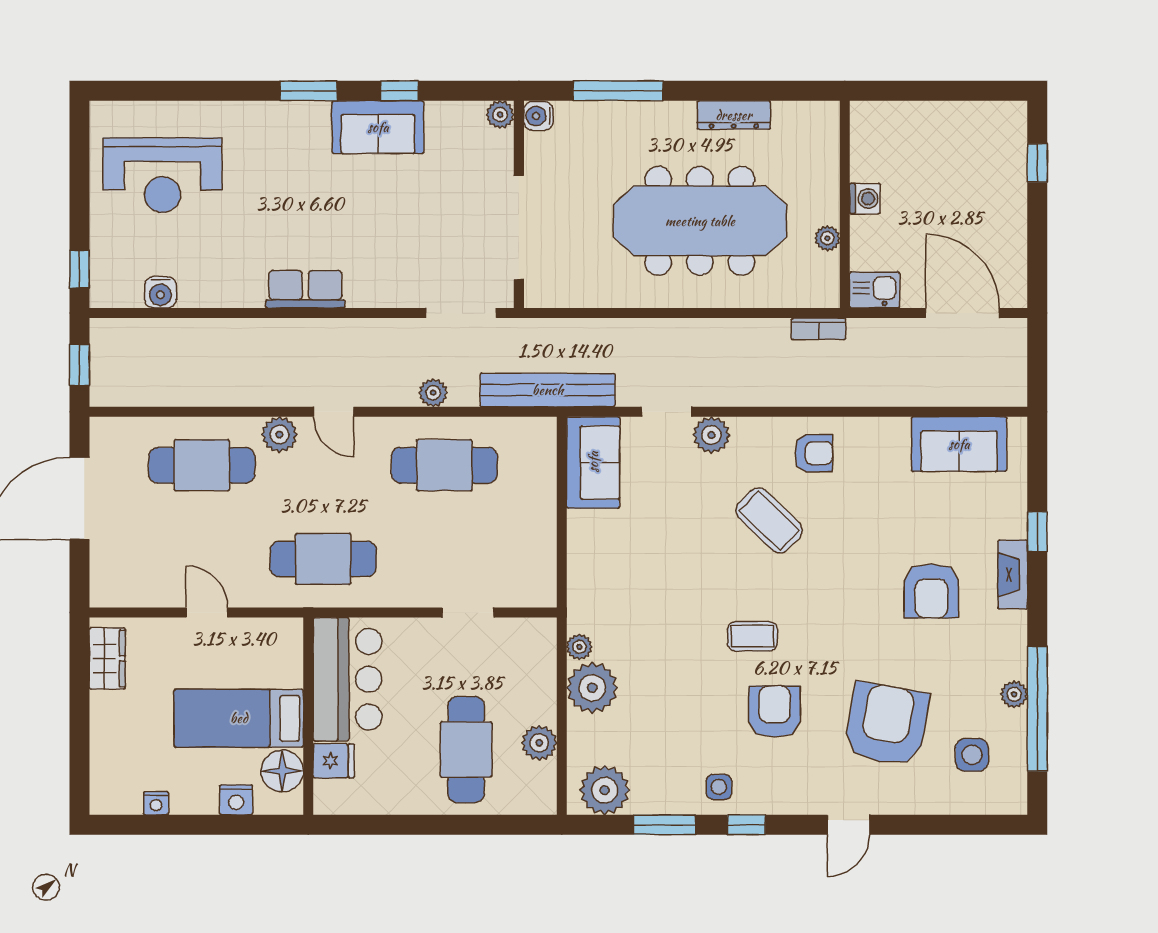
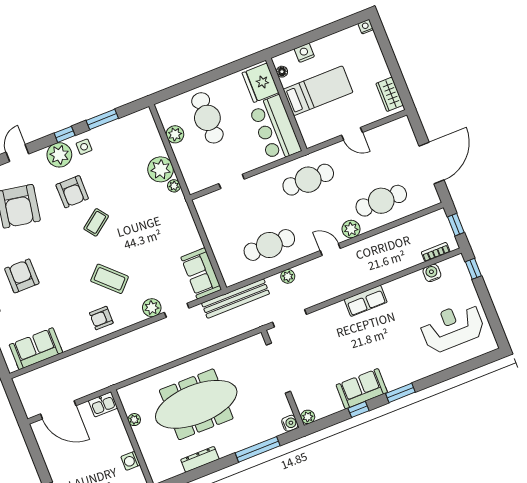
washing machine: (865, 199) -> (130, 461), moved
bookcase: (818, 329) -> (436, 252), moved
coffee table: (752, 636) -> (96, 222), turned -37
fridge: (334, 761) -> (260, 83), width x1.88, depth x1.34
floor lamp: (282, 771) -> (282, 72), width x0.53, depth x0.53
plant: (605, 790) -> (59, 155), moved
nightstand: (156, 803) -> (366, 27), moved

